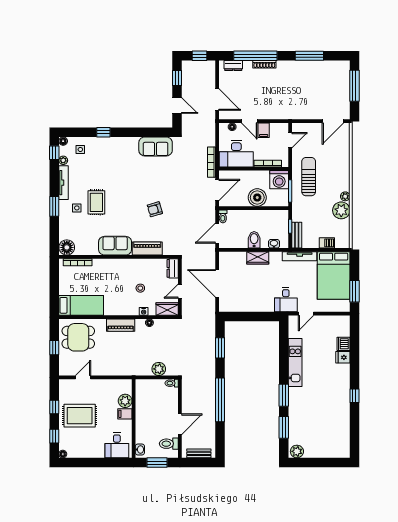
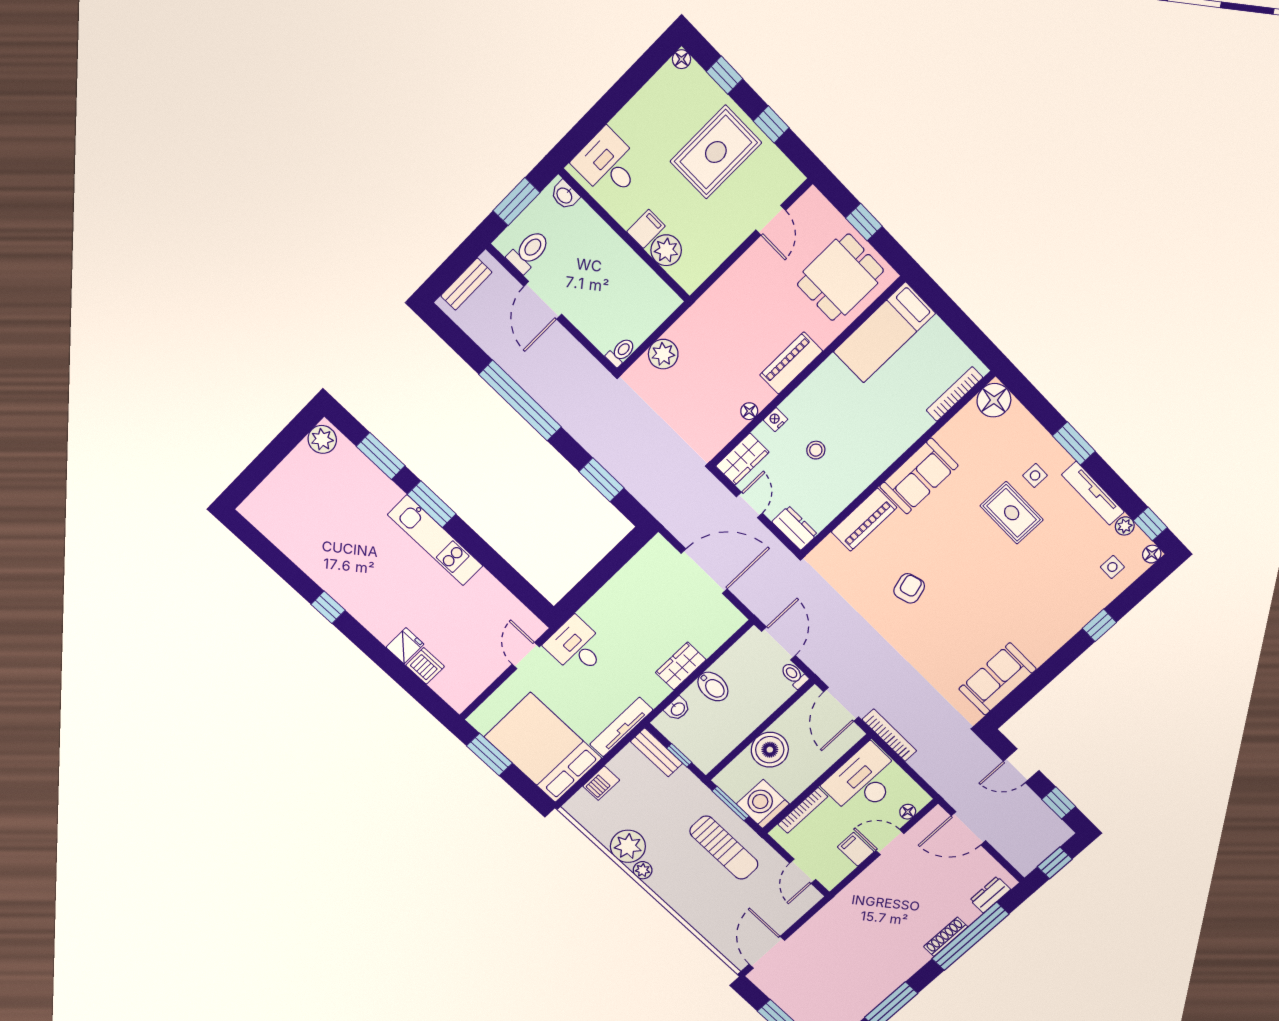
kitchen unit: (295, 362) -> (435, 540), moved

